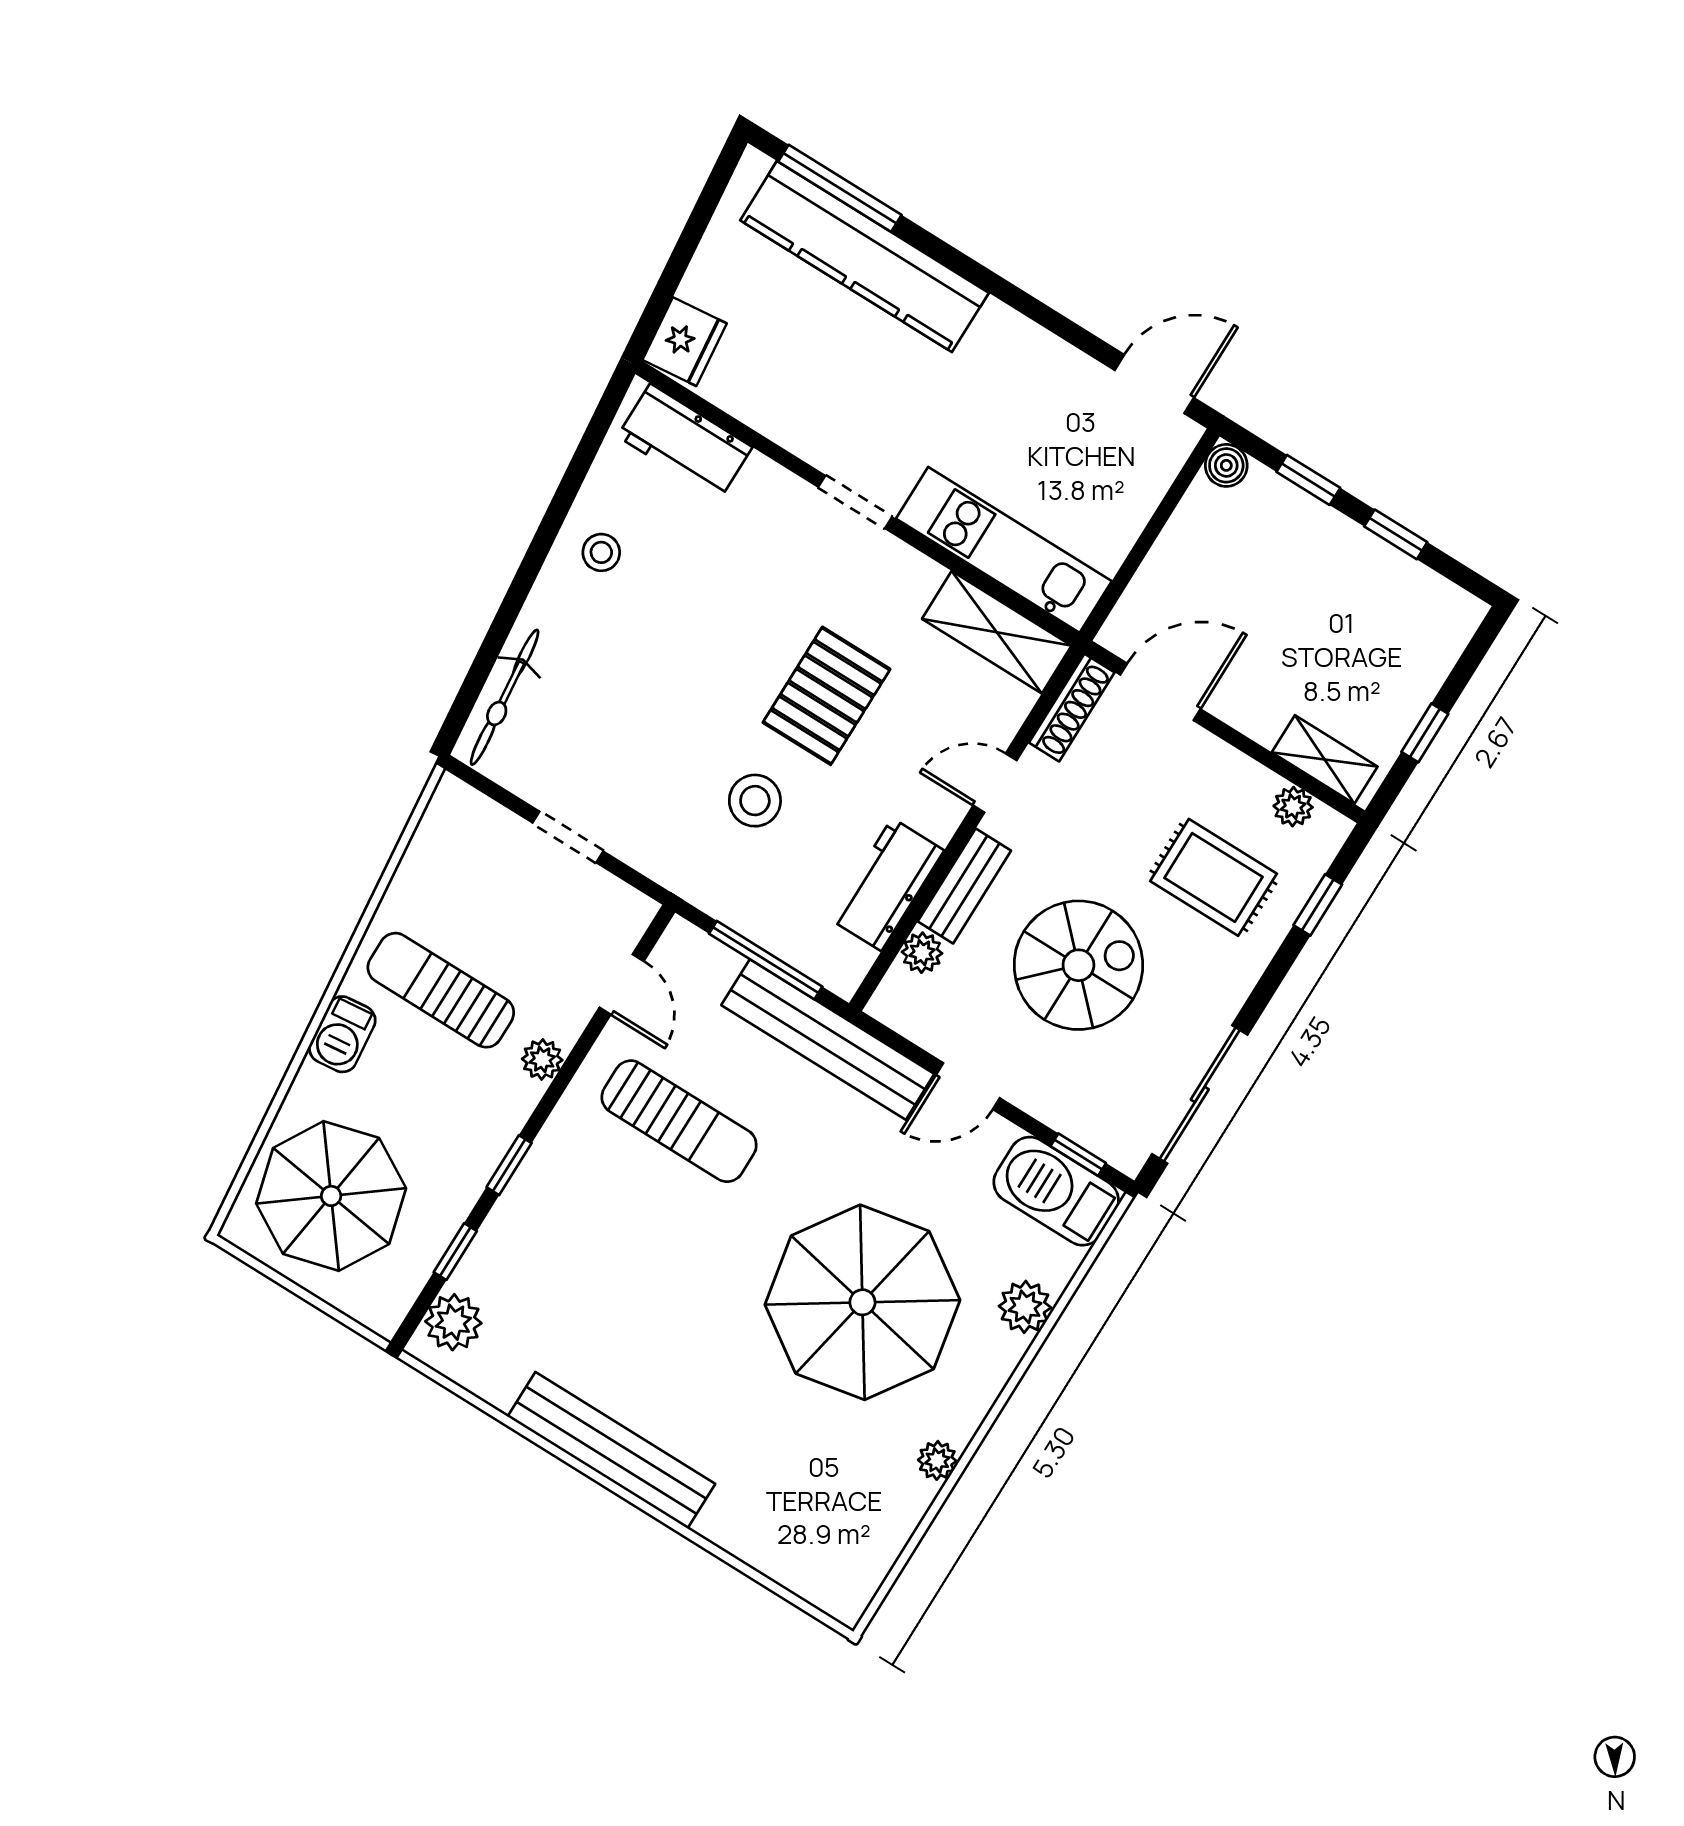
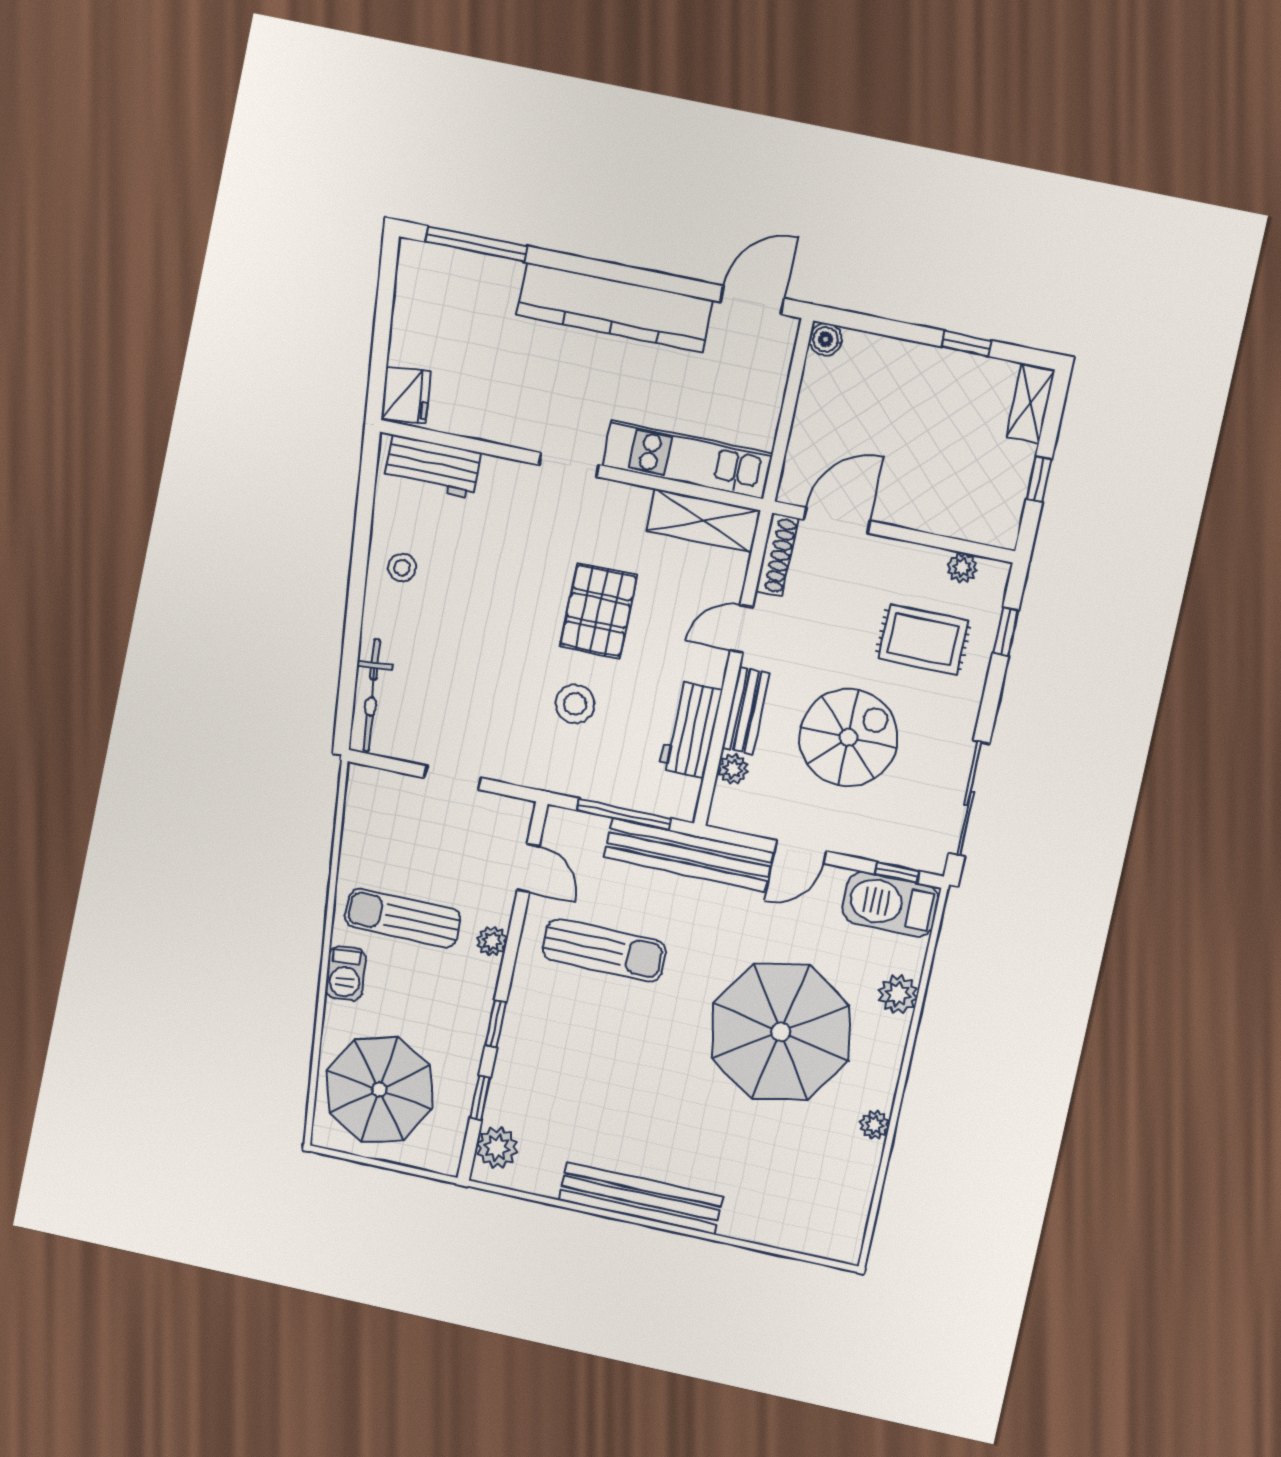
kitchen counter: (864, 257) -> (615, 307), moved
window: (1308, 480) -> (889, 328), removed
shelving: (1325, 759) -> (1030, 403), moved, turned 90

